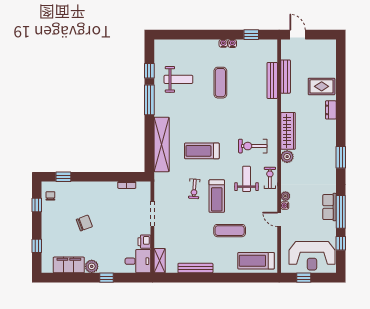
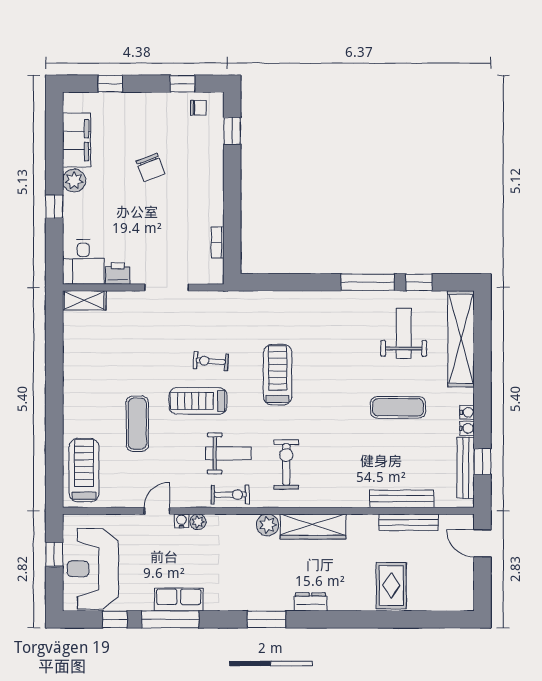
door: (298, 35) -> (482, 543), swing flipped
weight bench: (178, 79) -> (404, 333), turned 180
dresser: (331, 110) -> (310, 602), moved
shelving: (162, 144) -> (461, 339), moved, turned 90
bench: (195, 268) -> (466, 468), moved

